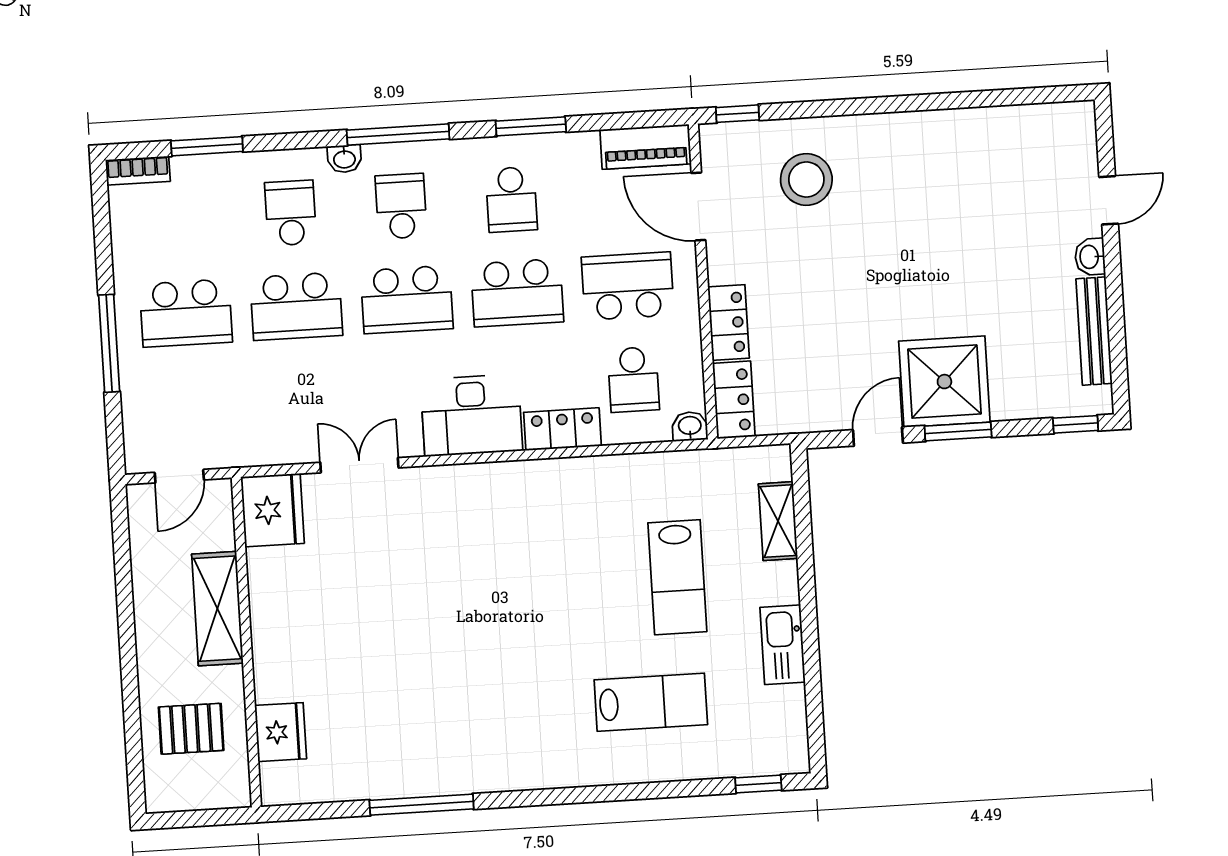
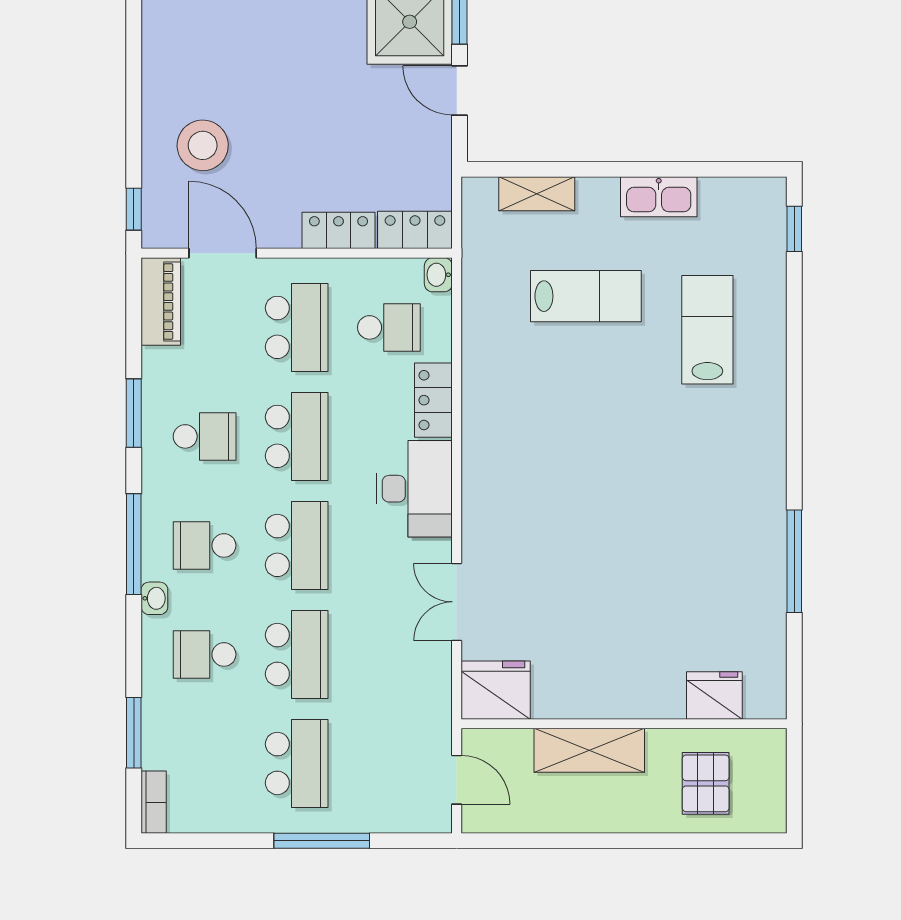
door: (698, 206) -> (223, 253), swing flipped
school desk: (628, 286) -> (297, 327), turned 180

